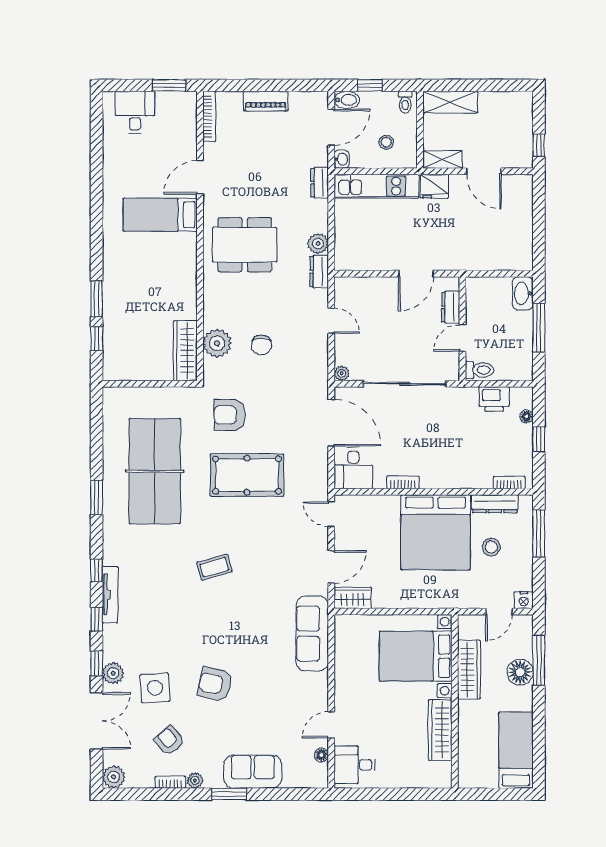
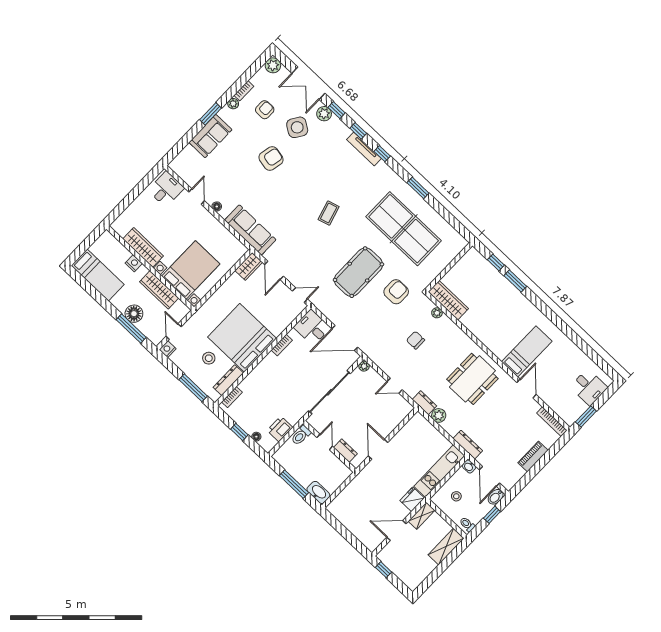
dresser: (320, 183) -> (468, 445), width x1.44
plant: (217, 343) -> (437, 313), width x0.53, depth x0.53
side table: (155, 688) -> (297, 127), turned 36
nightstand: (466, 724) -> (134, 263), added
armchair: (169, 741) -> (265, 110), turned -49
floor lamp: (321, 755) -> (217, 206), moved

